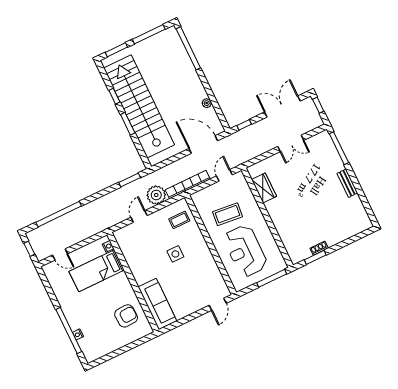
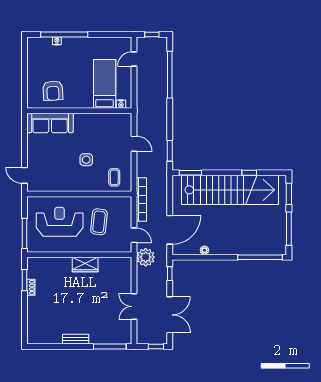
window: (128, 124) -> (190, 173), moved
wardrobe: (264, 188) -> (85, 265), moved
plant: (156, 195) -> (146, 257), moved

